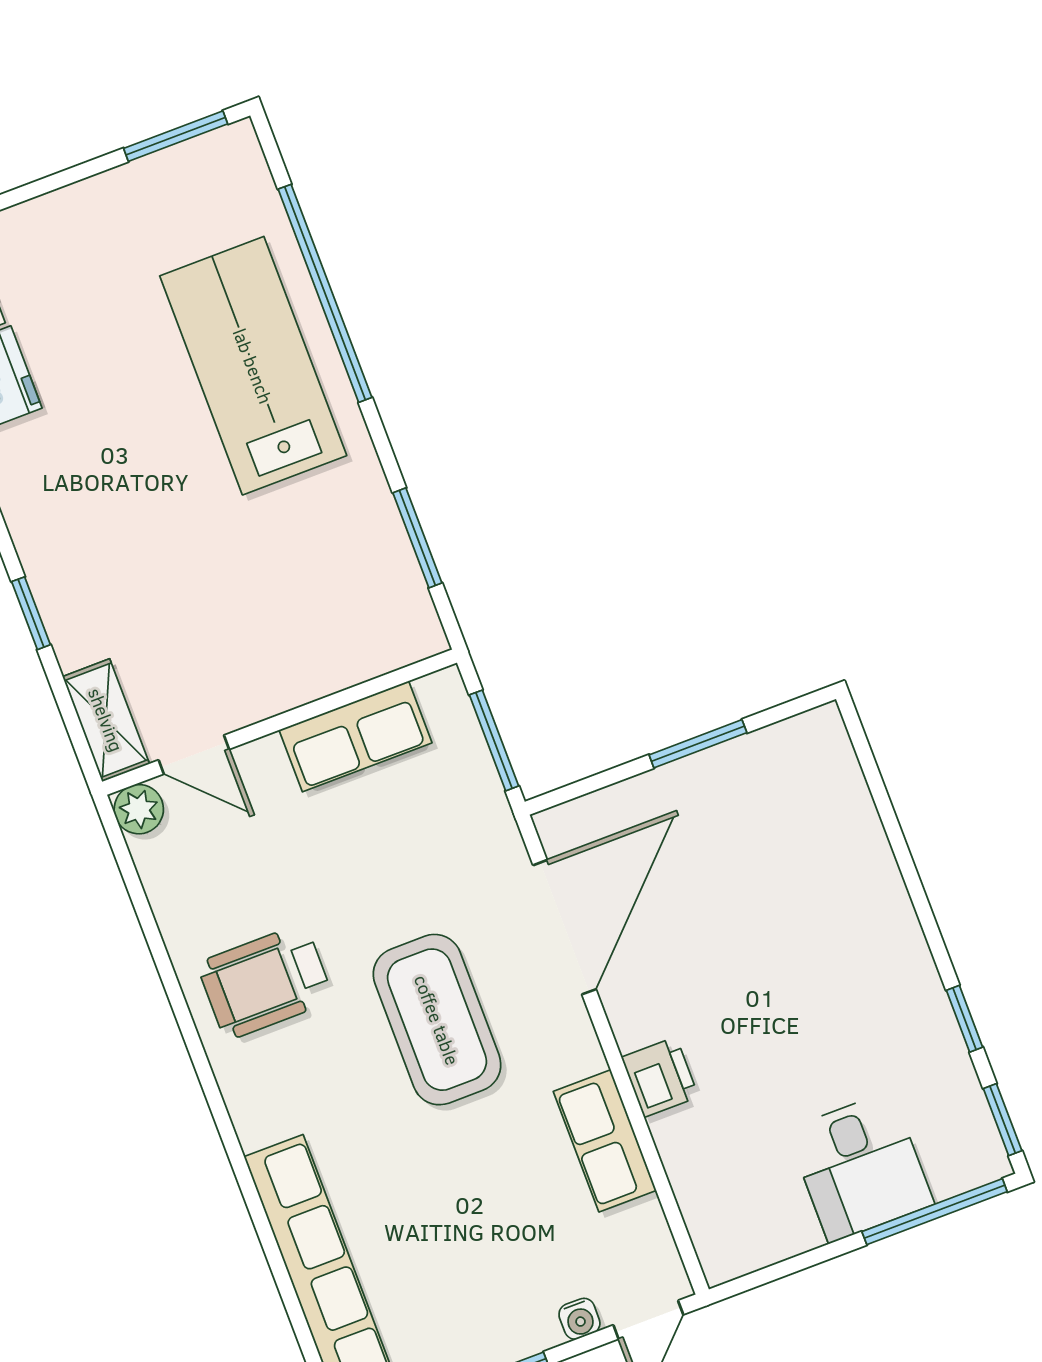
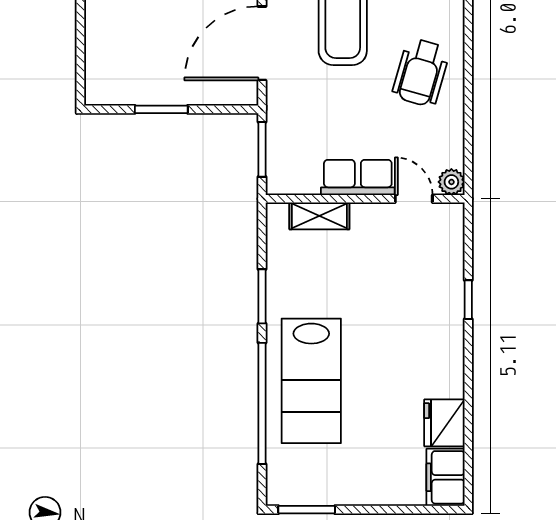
window: (417, 538) -> (262, 296), moved
shelving: (106, 720) -> (319, 216), moved, turned 90
row of seats: (355, 736) -> (358, 177), moved
wheelchair: (265, 982) -> (421, 72), turned 106

